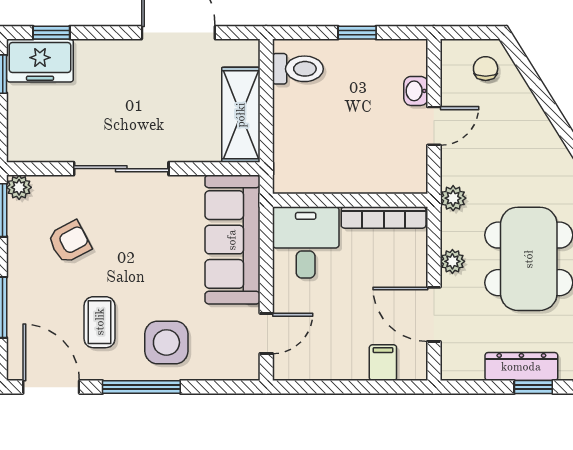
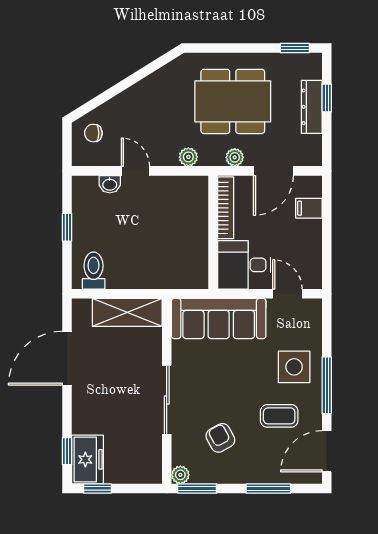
wall: (350, 200) -> (213, 232), moved
bookcase: (384, 217) -> (226, 208), moved
desk: (306, 242) -> (244, 265), moved

